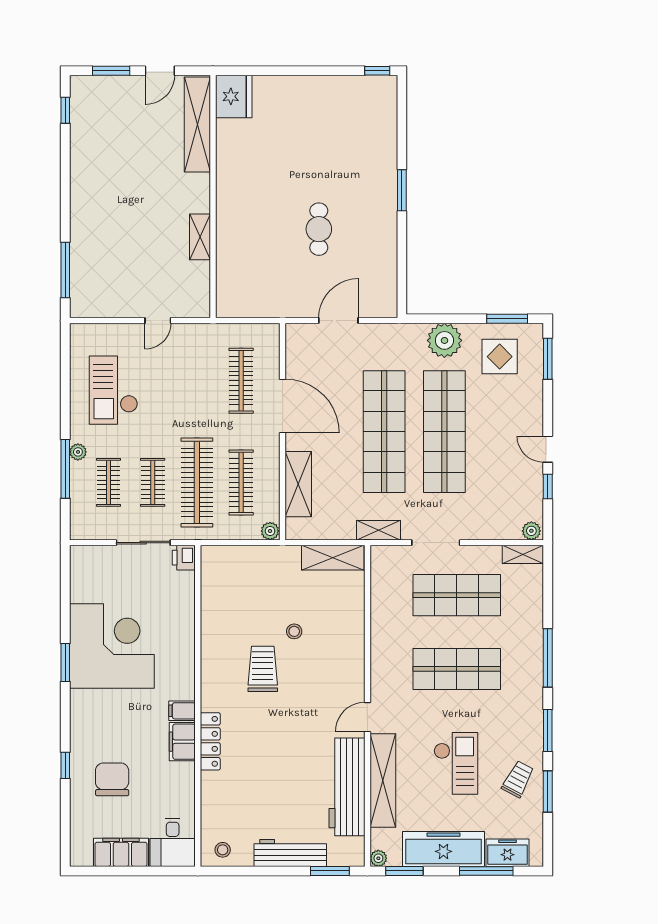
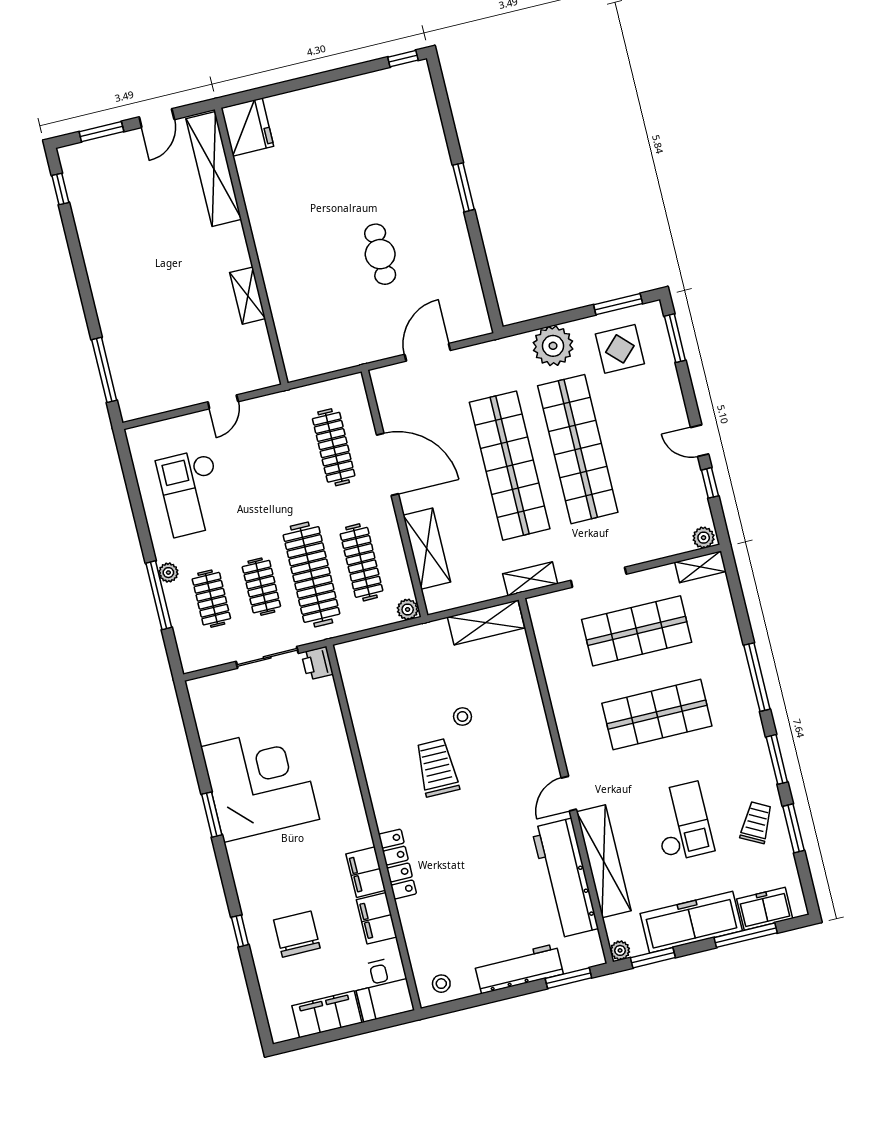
filing cabinet: (182, 711) -> (377, 918), moved, width x2.00

